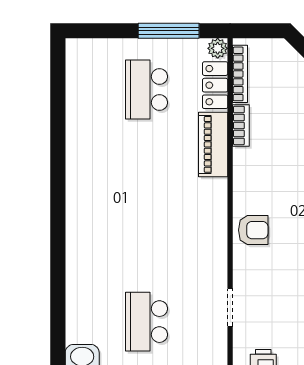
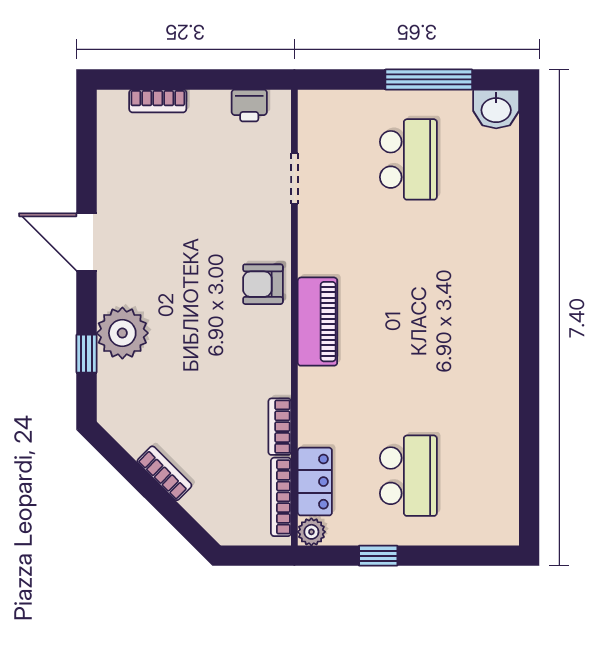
window: (169, 31) -> (378, 556), width x0.46
piano: (213, 144) -> (317, 322), moved

